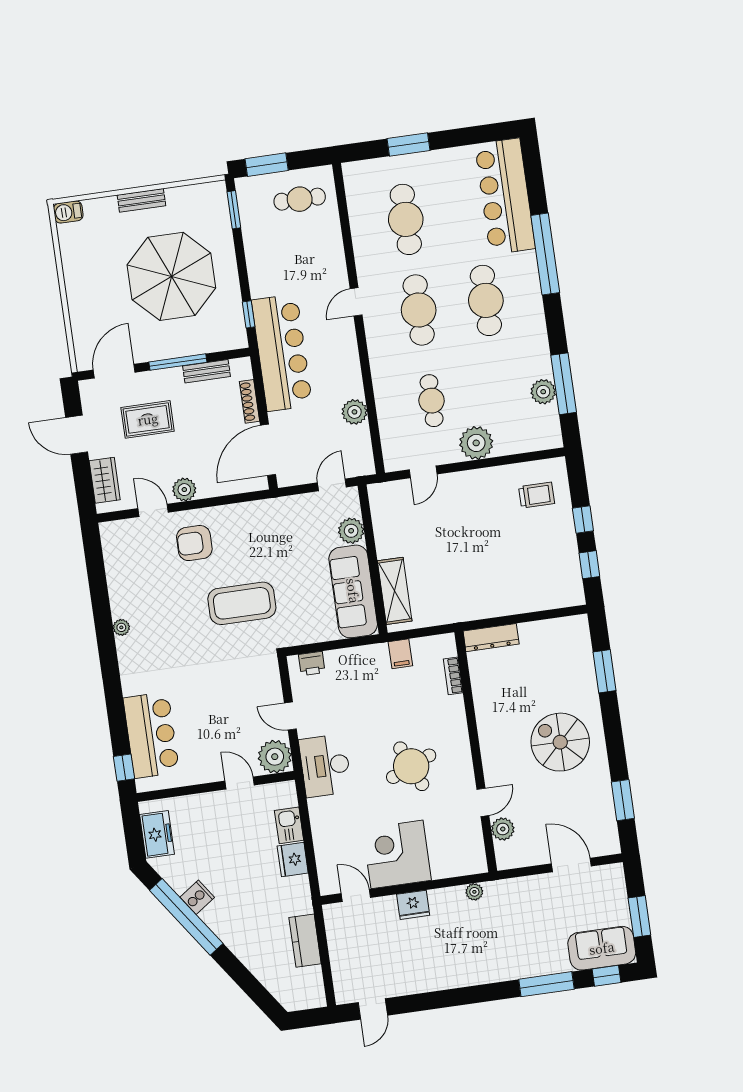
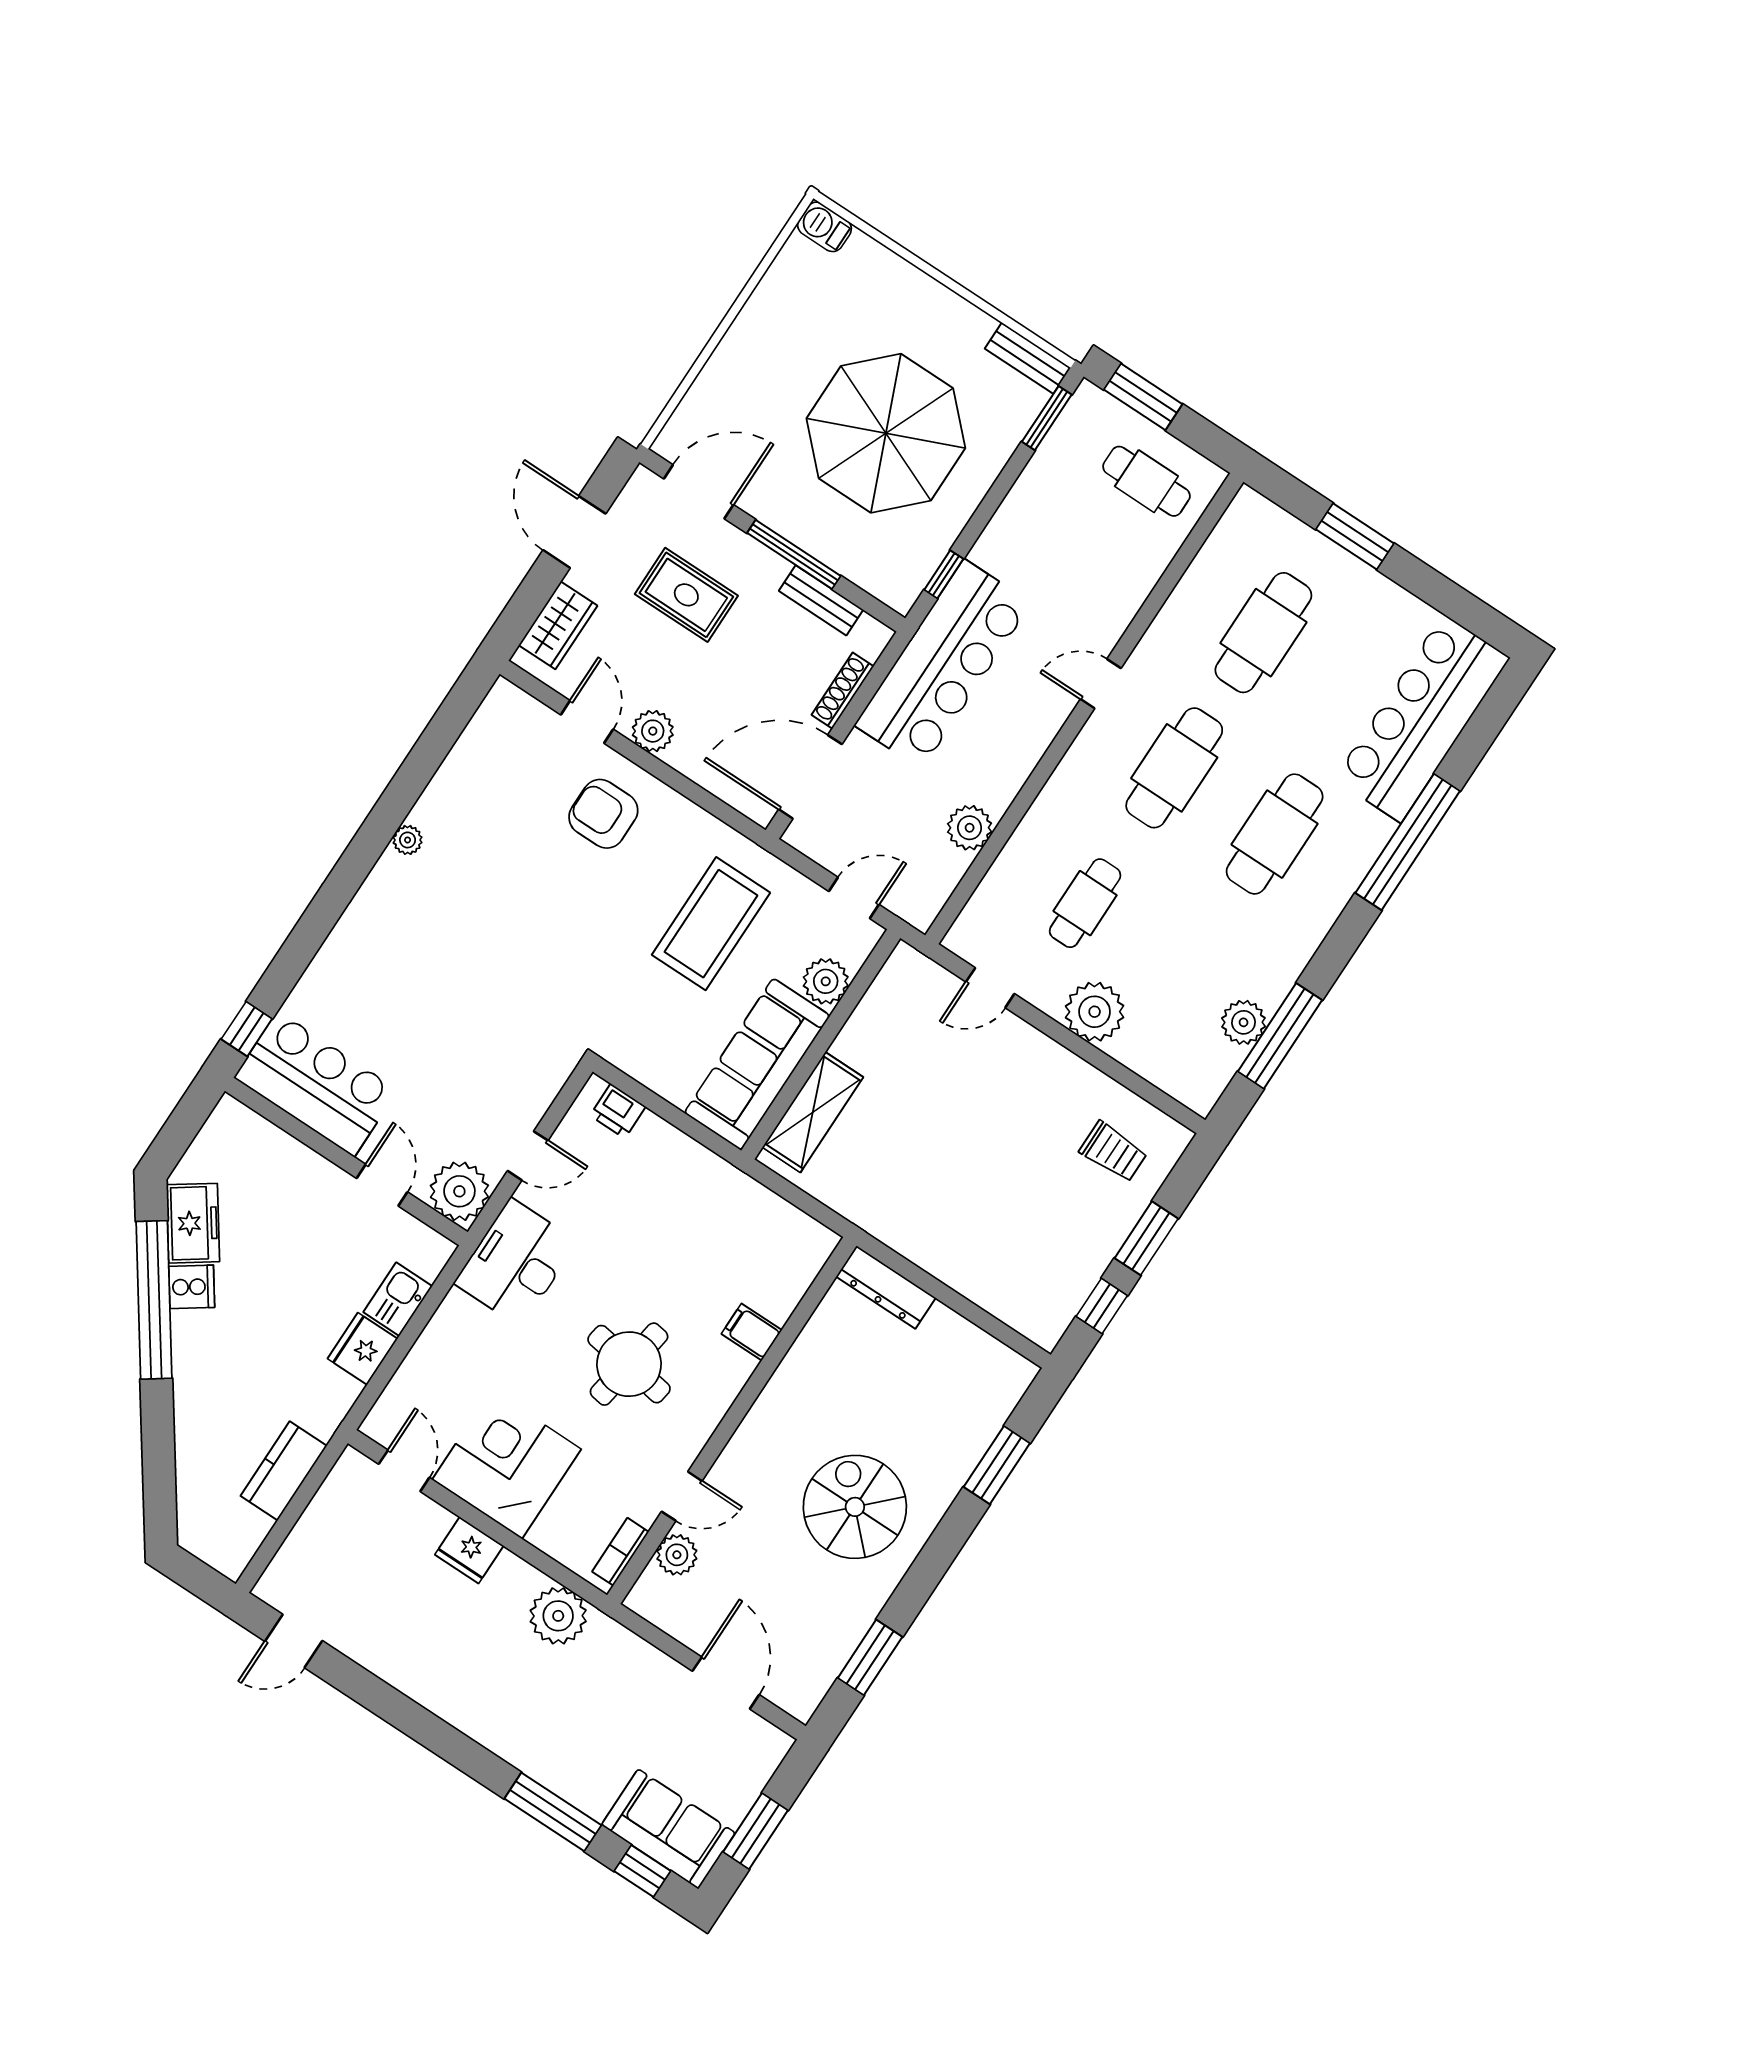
bench: (141, 200) -> (1028, 358), moved
window: (583, 519) -> (1146, 1238), width x1.50
coffee table: (242, 603) -> (711, 924), moved, turned 90
filing cabinet: (400, 654) -> (752, 1332), moved, turned 90
bookcase: (453, 676) -> (620, 1552), moved
door: (290, 716) -> (528, 1156), swing flipped
bar counter: (151, 735) -> (316, 1084), moved, turned -90
round table: (411, 766) -> (629, 1364), turned 32
freezer: (157, 834) -> (193, 1223), moved, turned -35
plant: (474, 892) -> (558, 1616), width x1.87, depth x1.87

